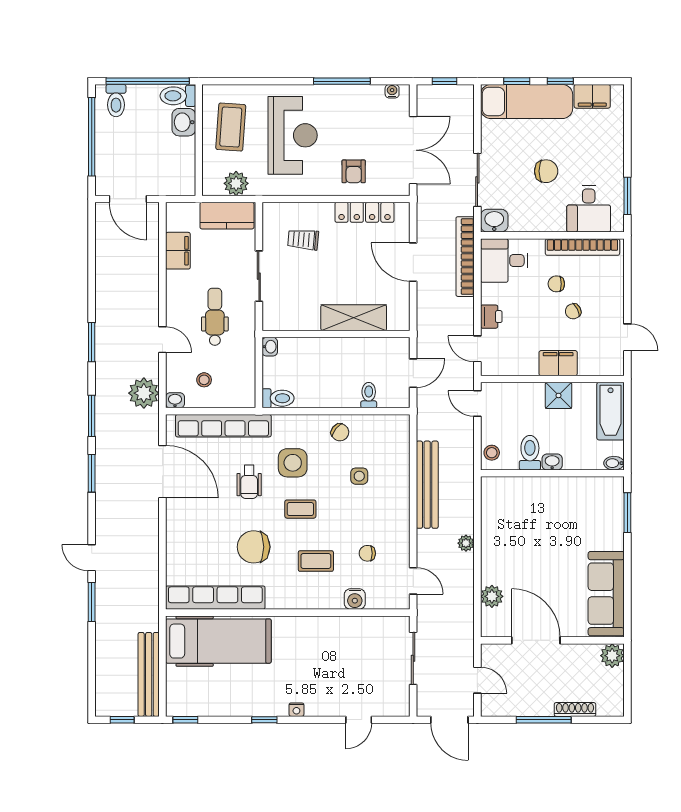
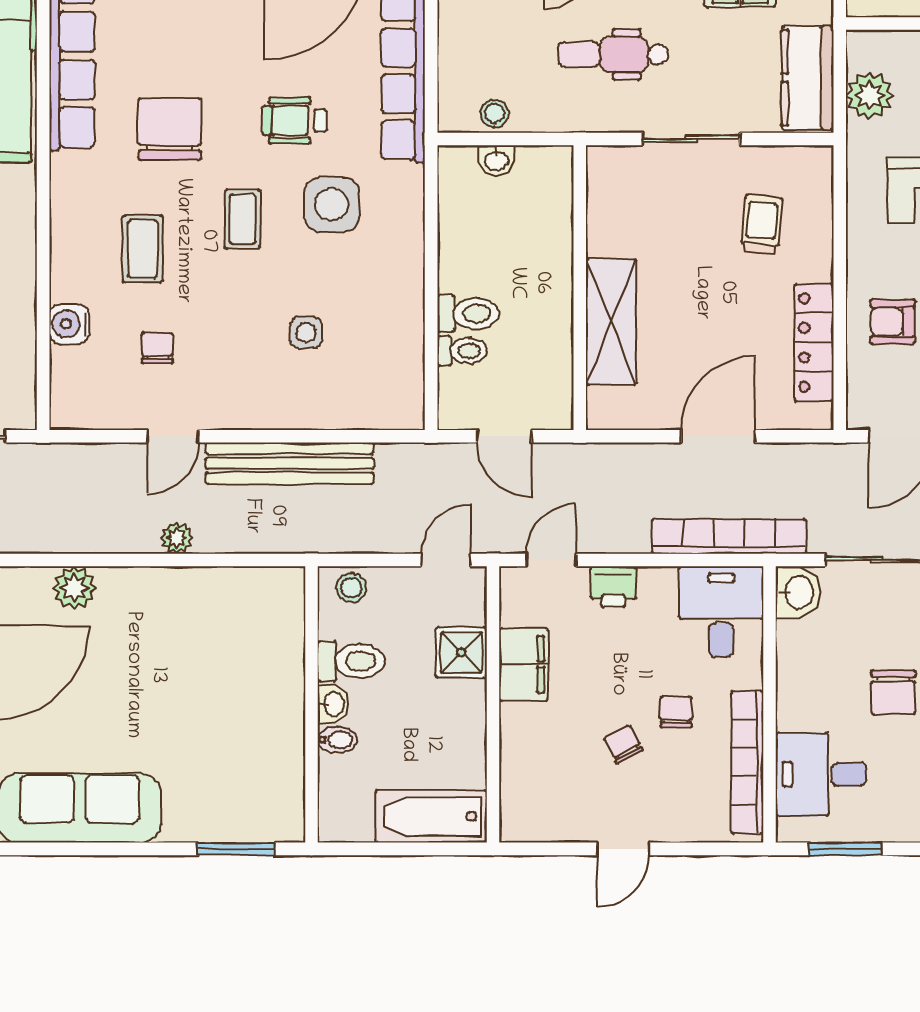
dental chair: (215, 317) -> (613, 54), turned 180
door: (627, 337) -> (623, 849), moved
washbasin: (270, 347) -> (496, 160), moved
filing cabinet: (558, 363) -> (524, 664), moved
stool: (204, 380) -> (495, 113), moved
shower: (559, 395) -> (461, 653), moved
toilet: (278, 398) -> (468, 314), moved, turned -90
chair: (340, 432) -> (390, 295), removed
bidet: (614, 463) -> (337, 740), moved, turned 90
door: (413, 581) -> (173, 436), moved

